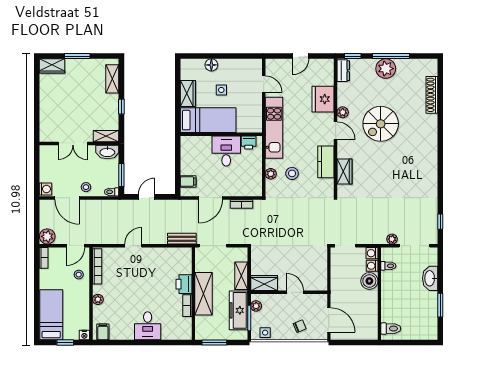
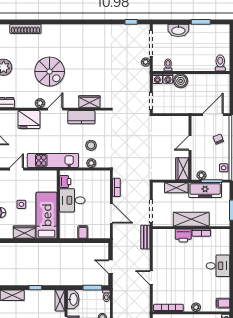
filing cabinet: (188, 181) -> (83, 232), moved

